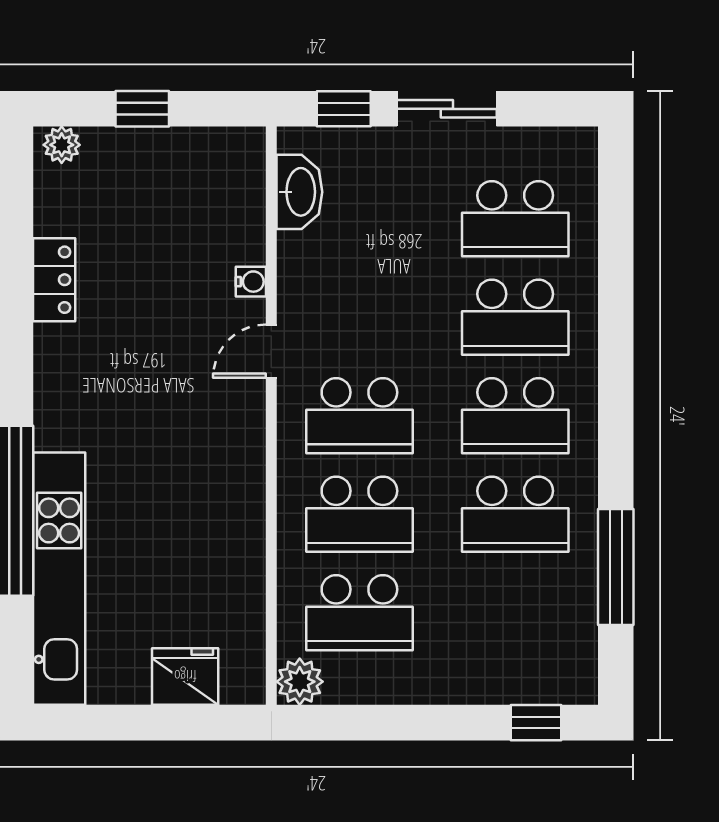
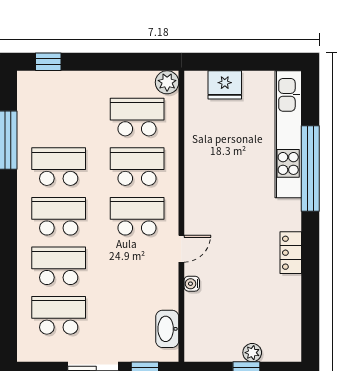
plant: (62, 145) -> (252, 353), moved
locker: (54, 280) -> (291, 253), moved

